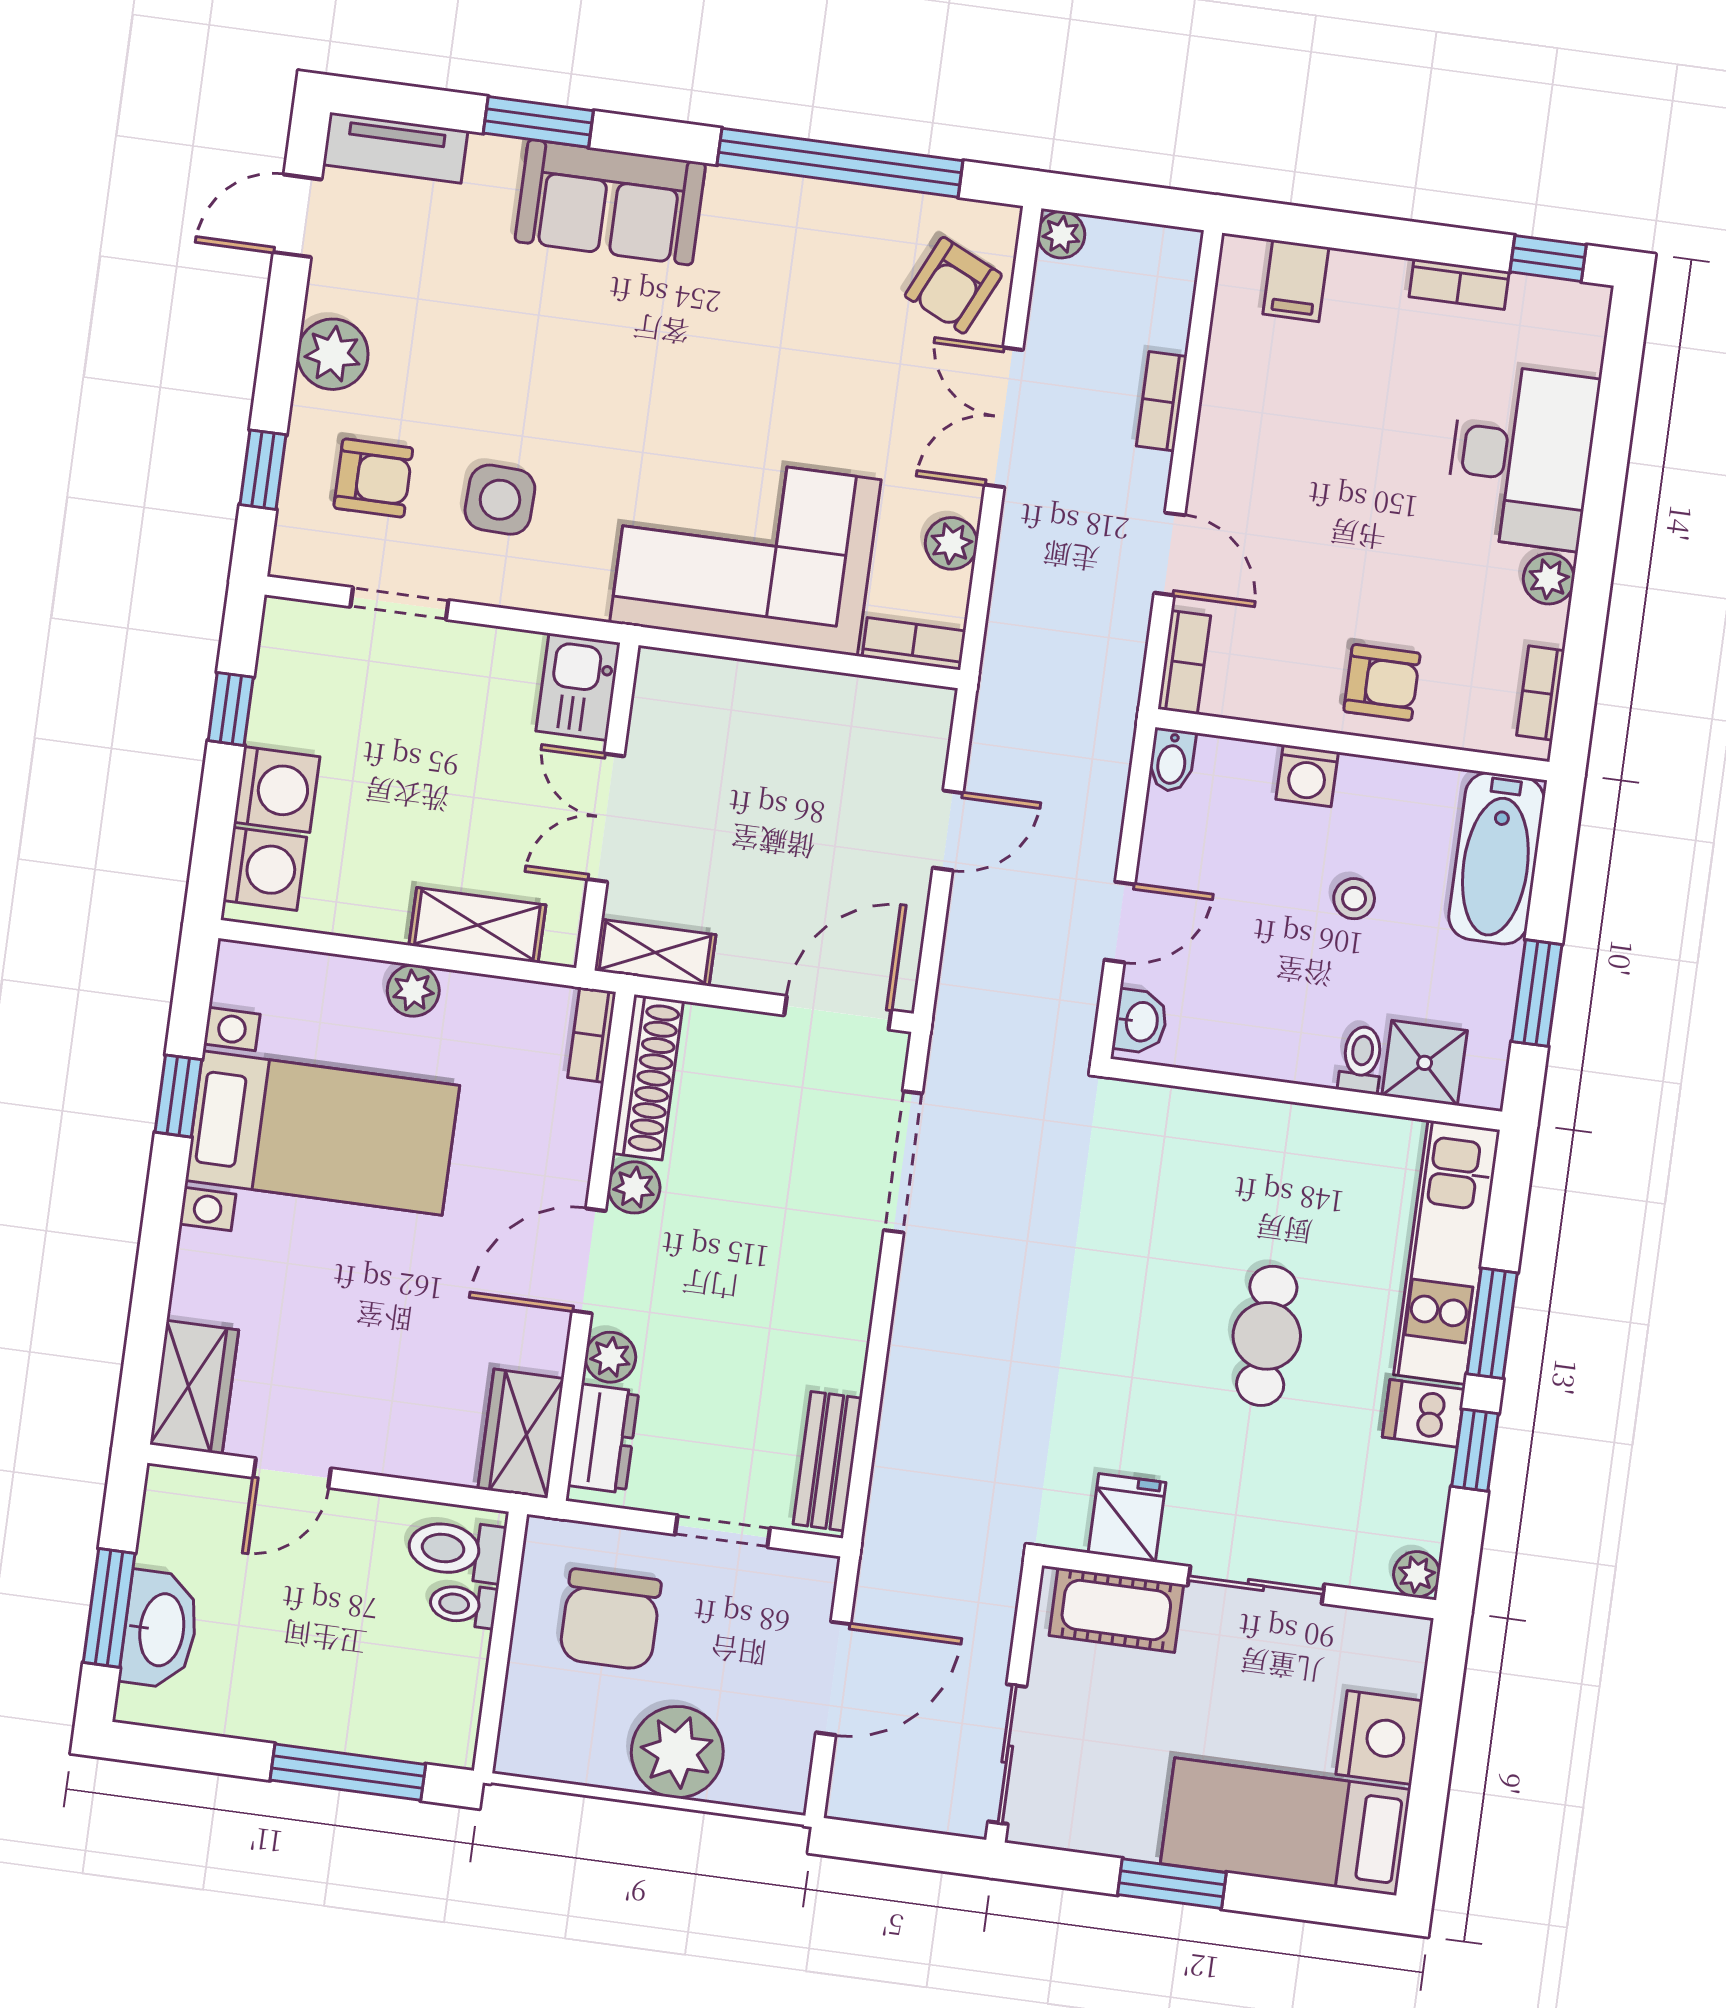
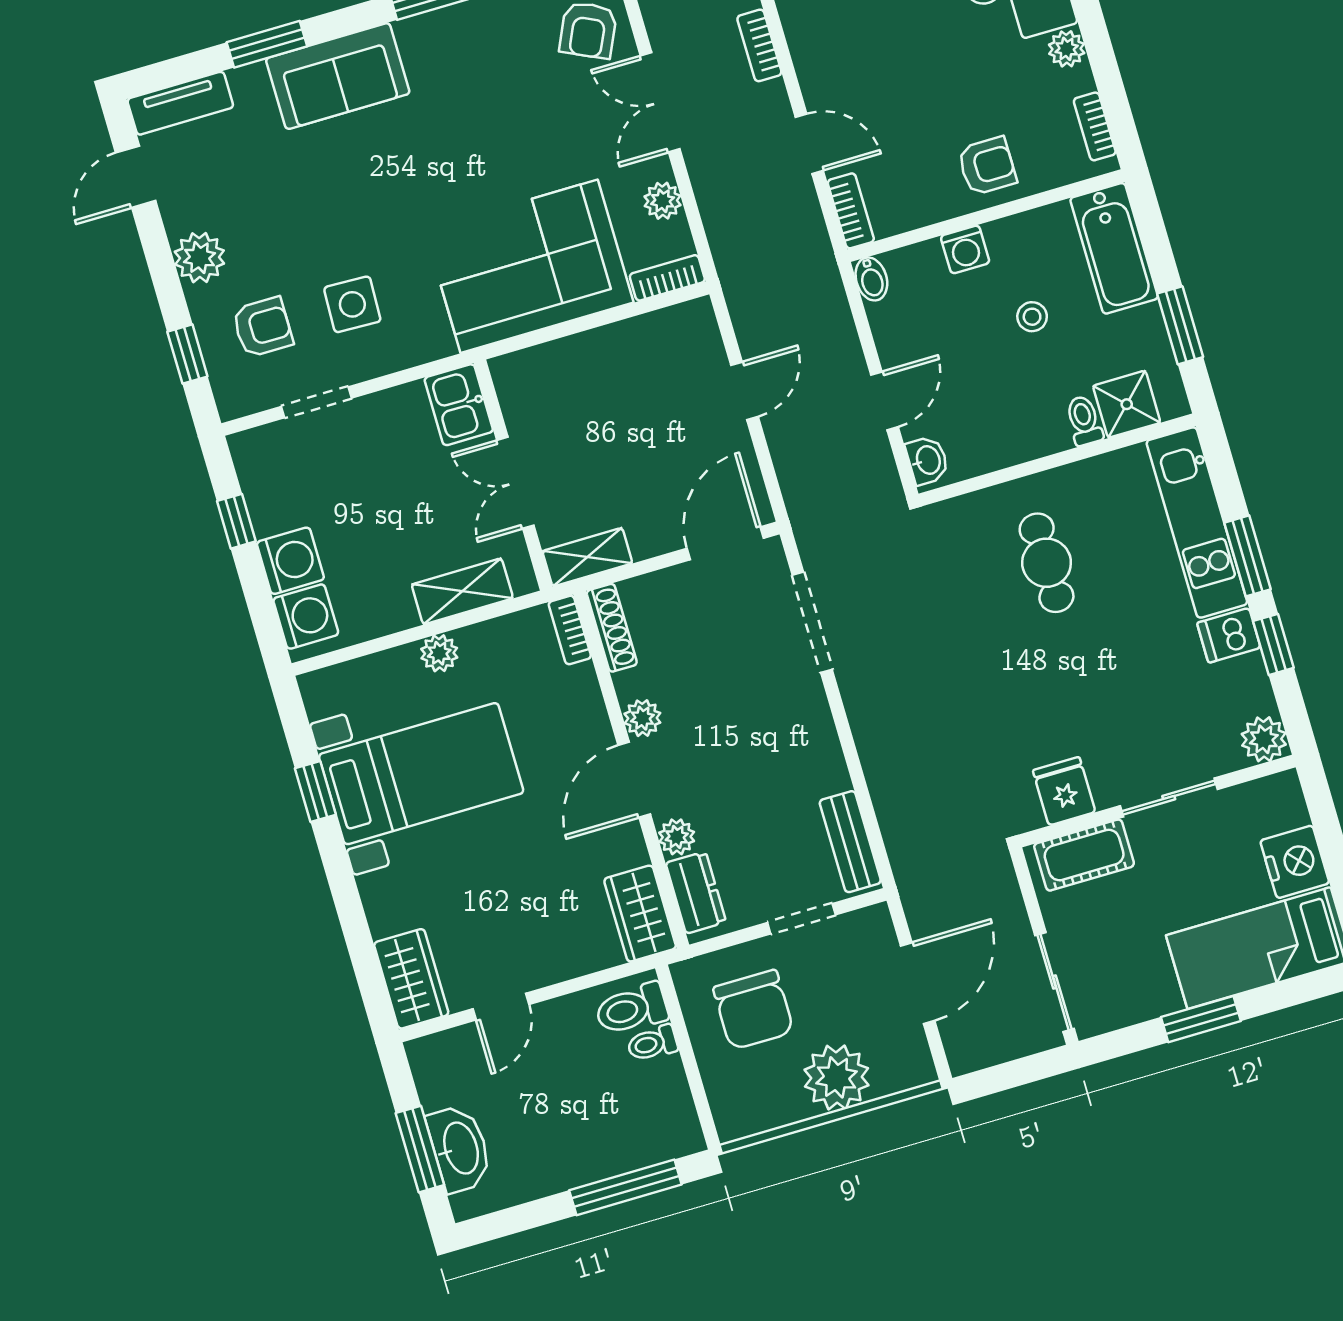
shoe rack: (648, 1077) -> (612, 628), width x0.74, depth x0.81
cafe table: (1267, 1336) -> (1047, 563), moved
plant: (1417, 1574) -> (1264, 739), width x1.38, depth x1.38

